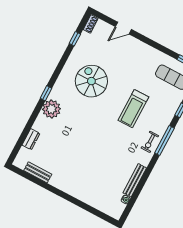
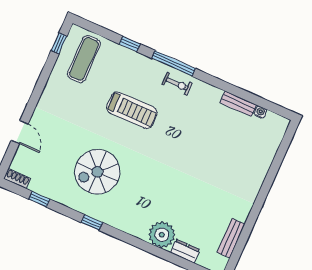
window: (46, 93) -> (92, 222), moved
plant: (51, 109) -> (162, 235), moved
bench: (135, 180) -> (238, 104), width x0.73

